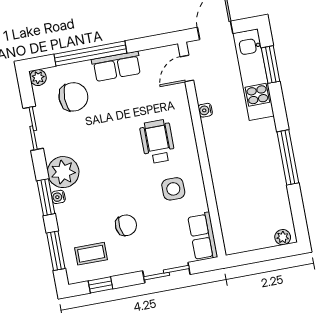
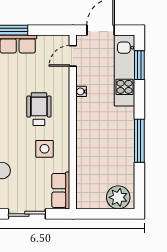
plant: (283, 237) -> (118, 197), width x1.87, depth x1.87

